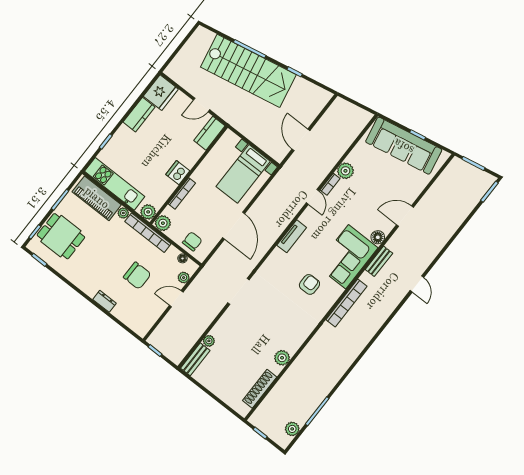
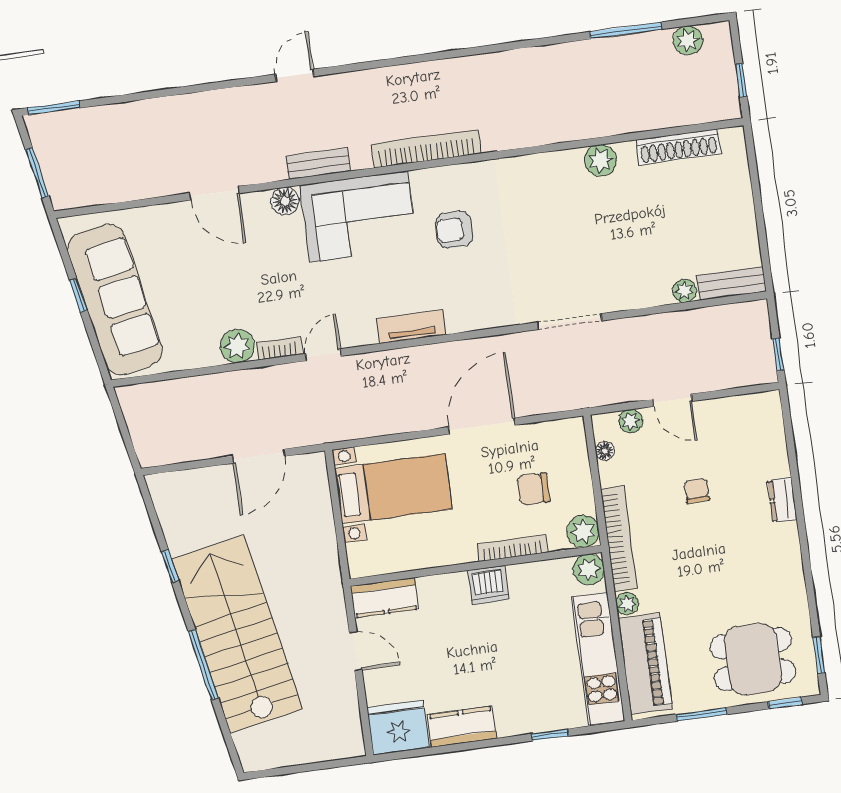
dining table: (61, 236) -> (753, 659), turned 90
chair: (192, 241) -> (533, 489), moved
chair: (137, 276) -> (697, 491), width x0.54, depth x0.54

